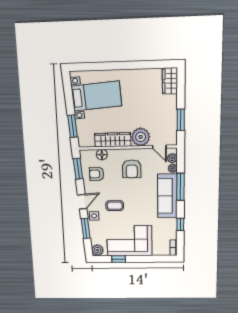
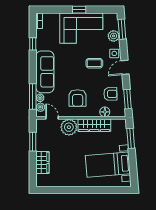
wardrobe: (170, 81) -> (42, 162), moved
armchair: (132, 169) -> (78, 98), turned 180
window: (180, 187) -> (33, 97), moved
window: (86, 228) -> (122, 29), moved
plant: (98, 250) -> (114, 36), moved
window: (119, 259) -> (79, 10), moved

